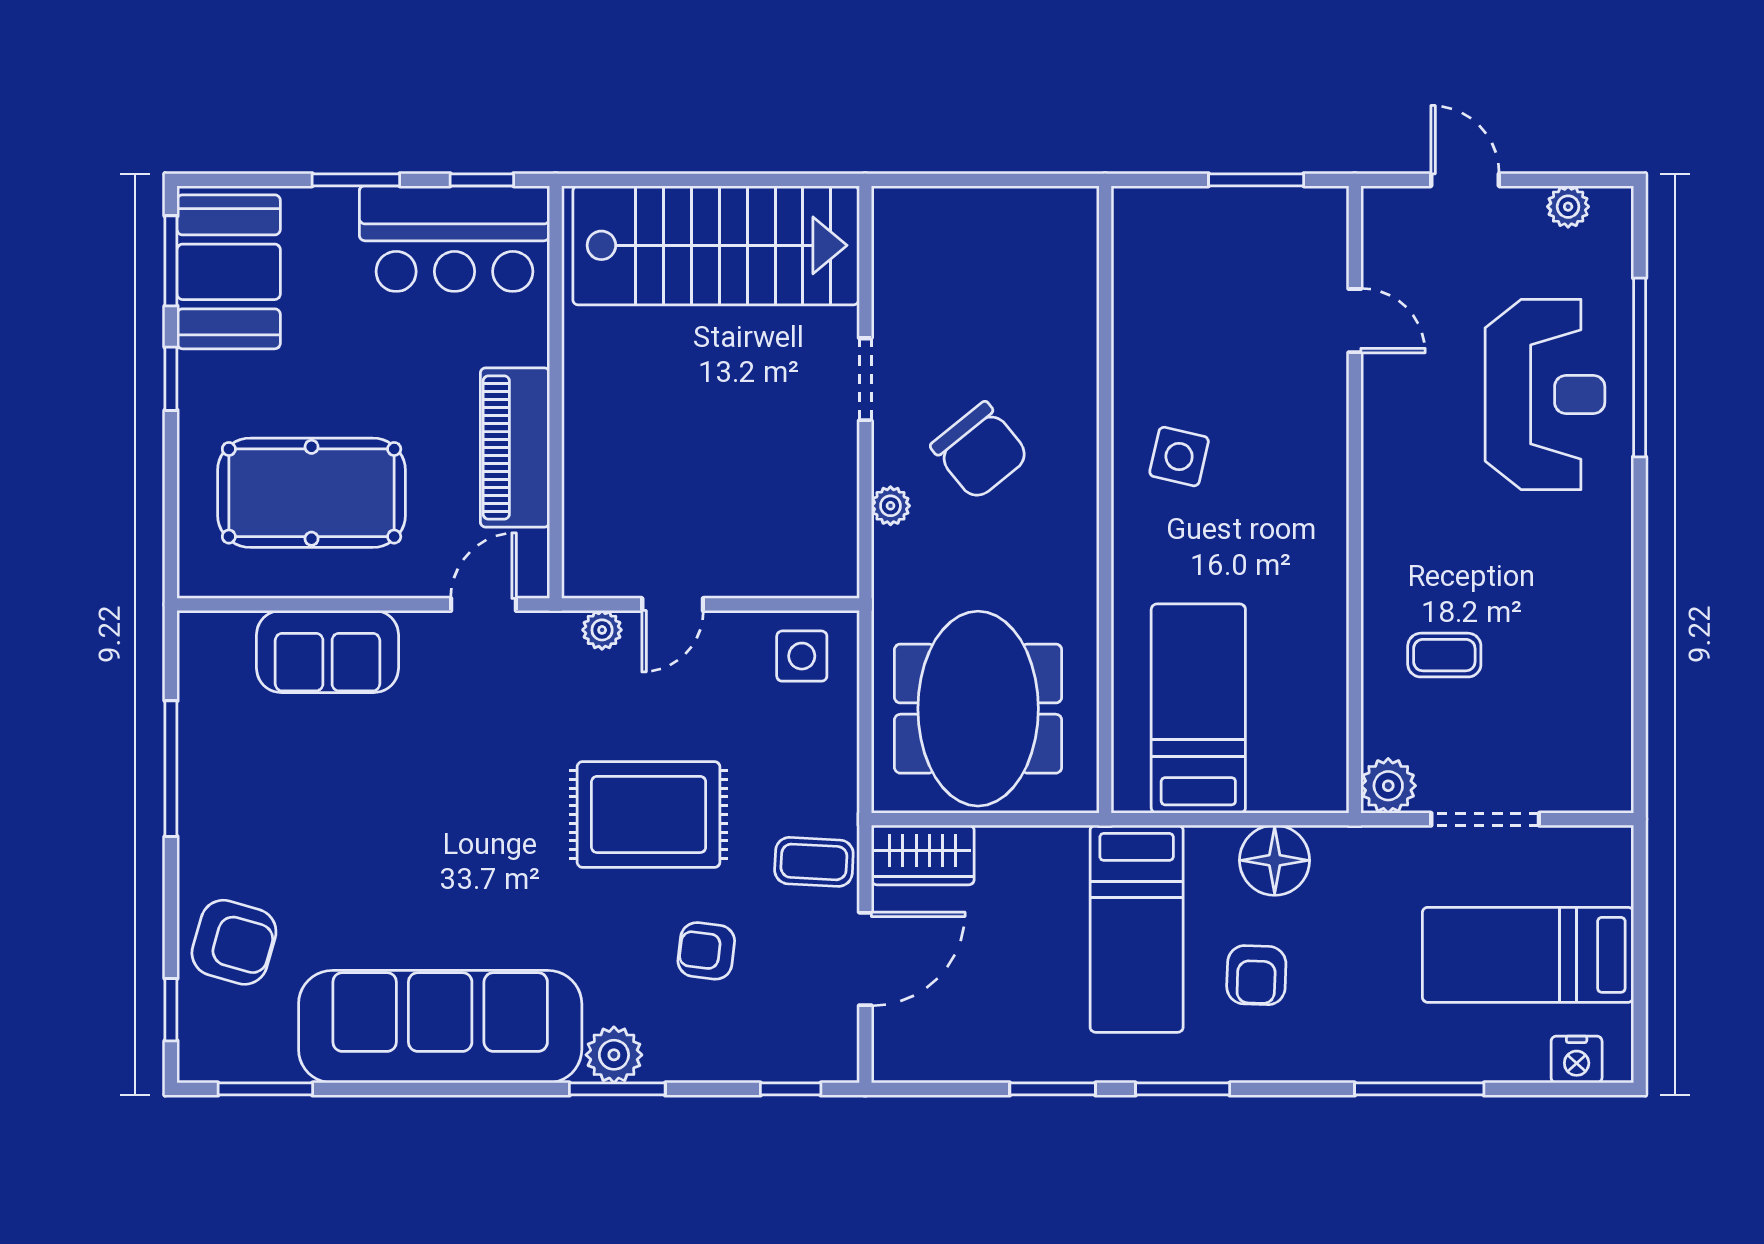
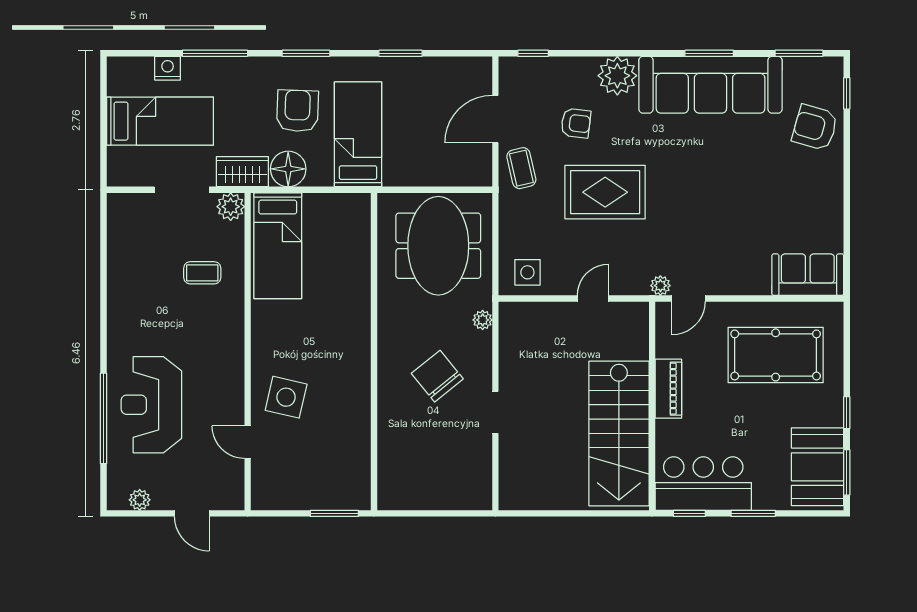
window: (1256, 180) -> (334, 513), moved
stairs: (716, 245) -> (619, 434), moved, turned -90
piano: (515, 448) -> (668, 389), width x0.73, depth x0.75
side table: (1179, 457) -> (286, 397), moved, width x1.37, depth x1.37
plant: (890, 506) -> (483, 320), moved
plant: (602, 630) -> (660, 286), moved
sofa: (327, 651) -> (808, 275), moved
bed: (1198, 709) -> (278, 246), moved
window: (171, 769) -> (847, 215), removed
wardrobe: (923, 855) -> (242, 172), moved
coffee table: (814, 862) -> (521, 168), turned 74
armchair: (1256, 975) -> (297, 111), width x1.38, depth x1.38
plant: (614, 1055) -> (617, 76), width x1.36, depth x1.36
nightstand: (1577, 1059) -> (168, 68), moved
window: (617, 1089) -> (709, 53), moved
window: (1183, 1089) -> (306, 53), moved

